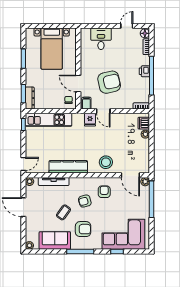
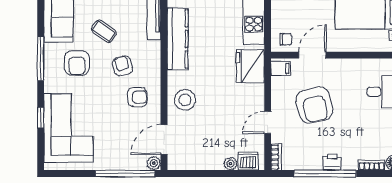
door: (103, 111) -> (268, 122), moved
fridge: (90, 120) -> (250, 66), width x1.88, depth x1.34

